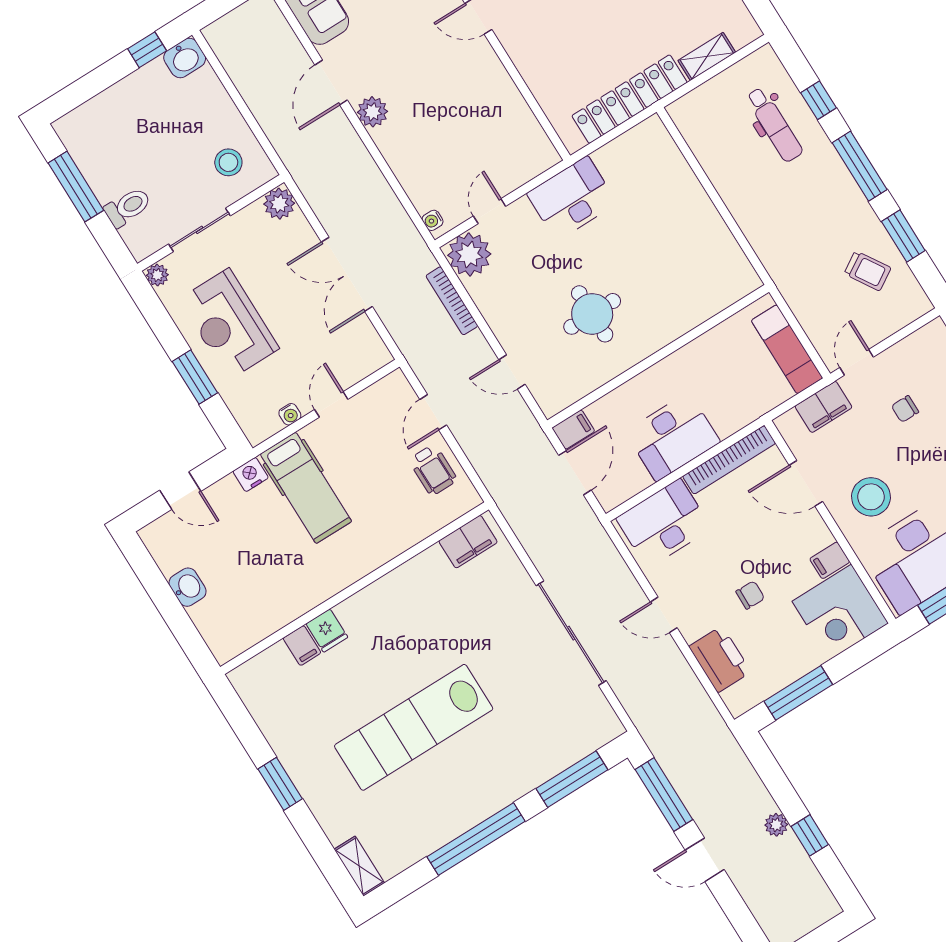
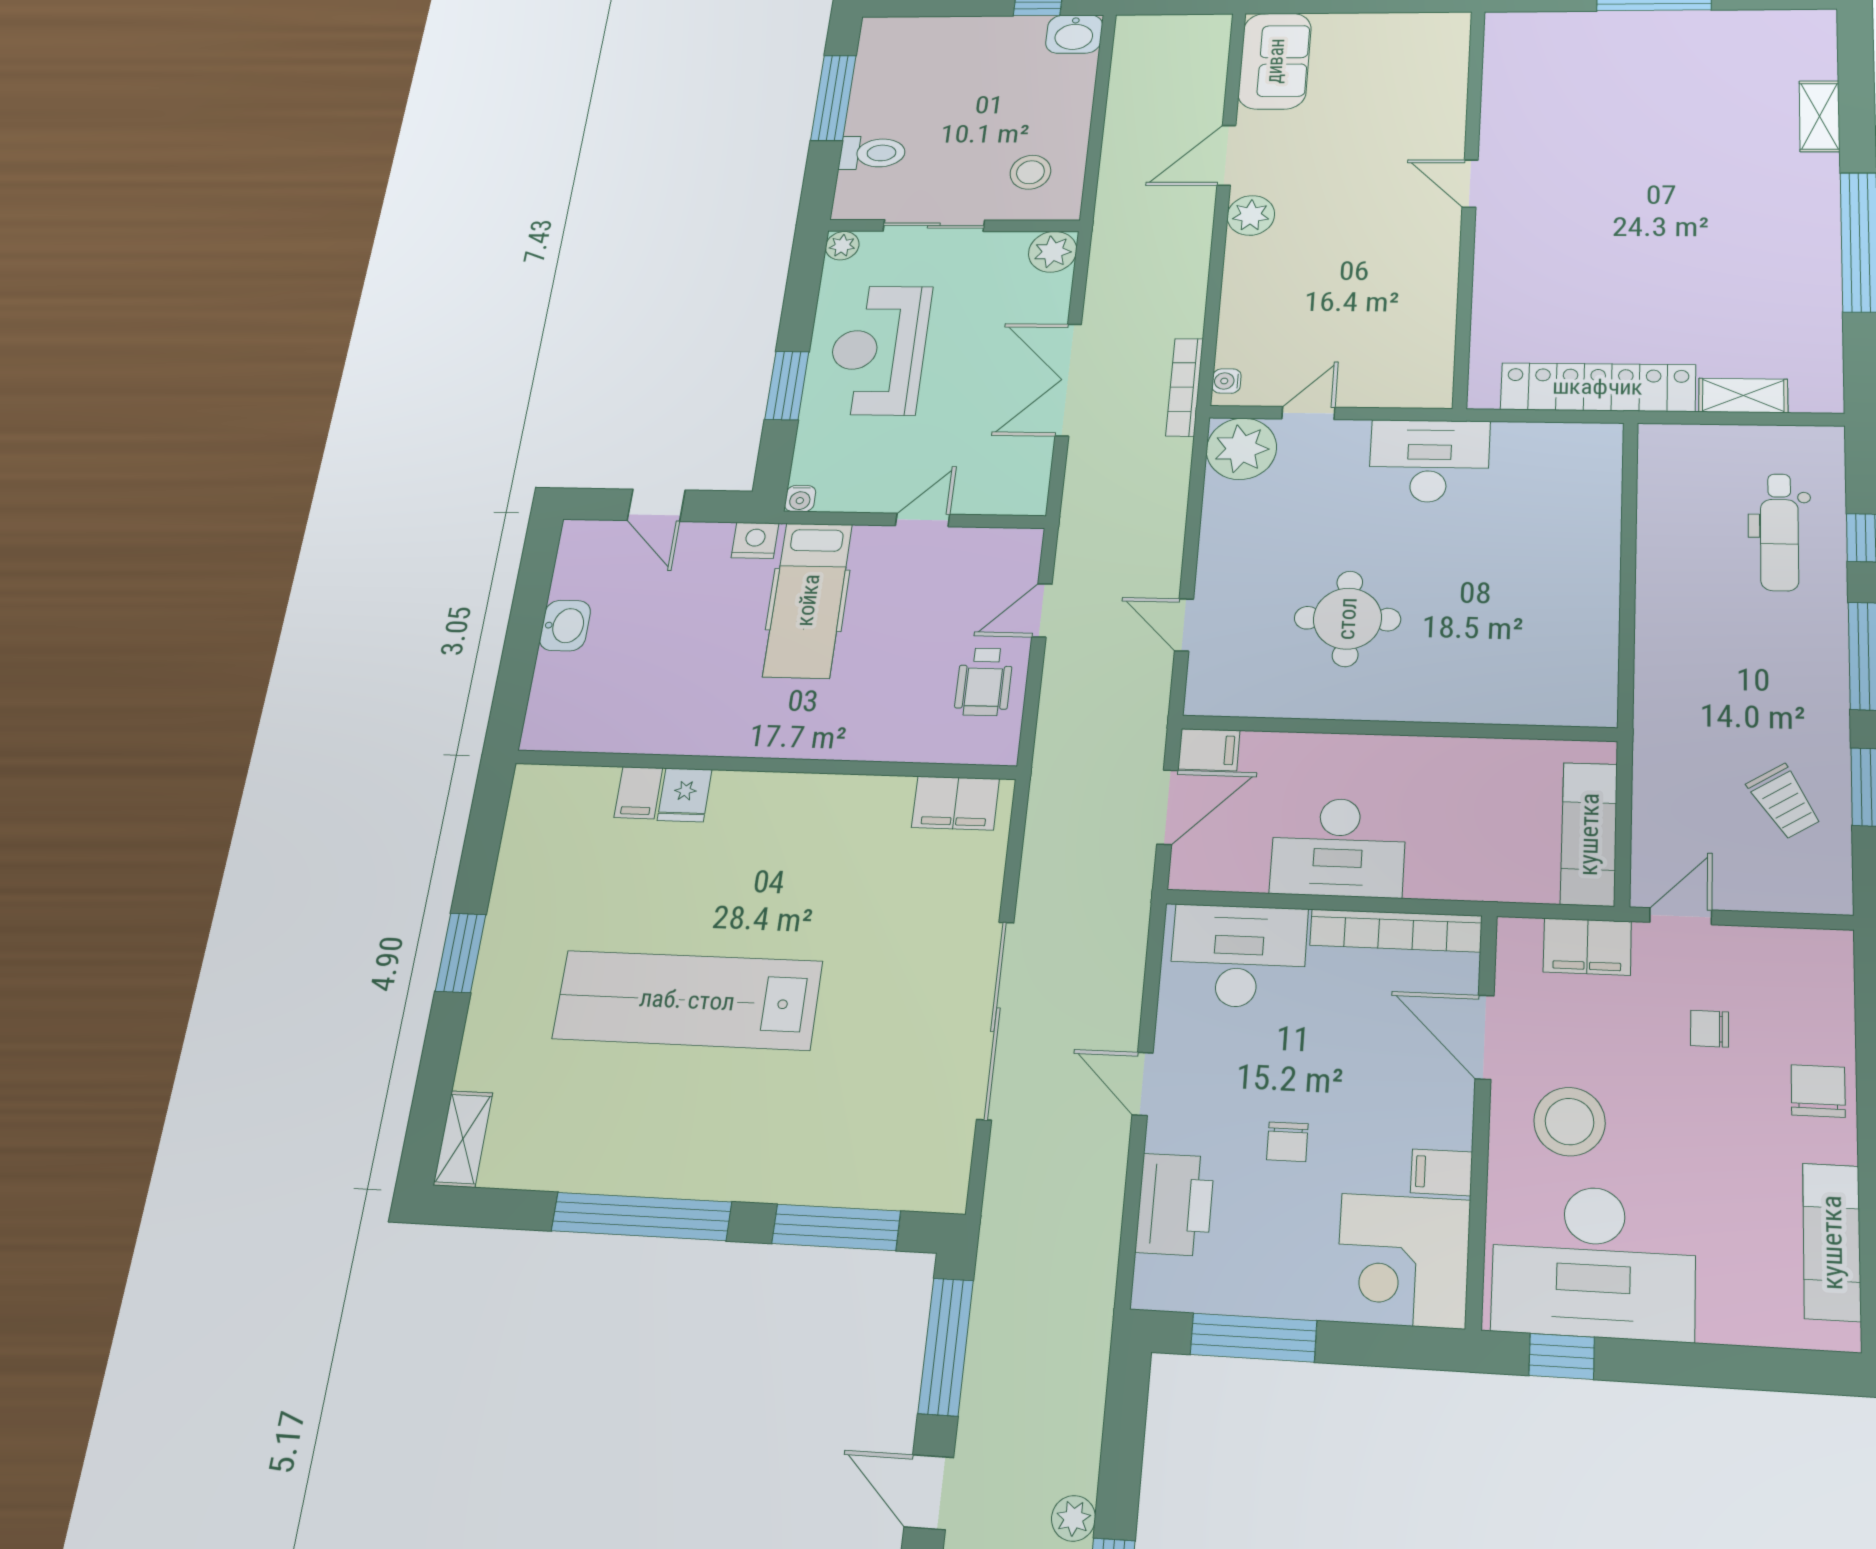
bookcase: (452, 301) -> (1185, 387), moved
water cooler: (290, 414) -> (800, 499), moved
chair: (750, 595) -> (1287, 1142), turned 89

